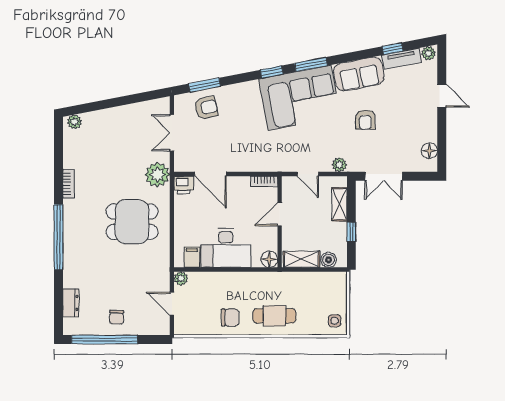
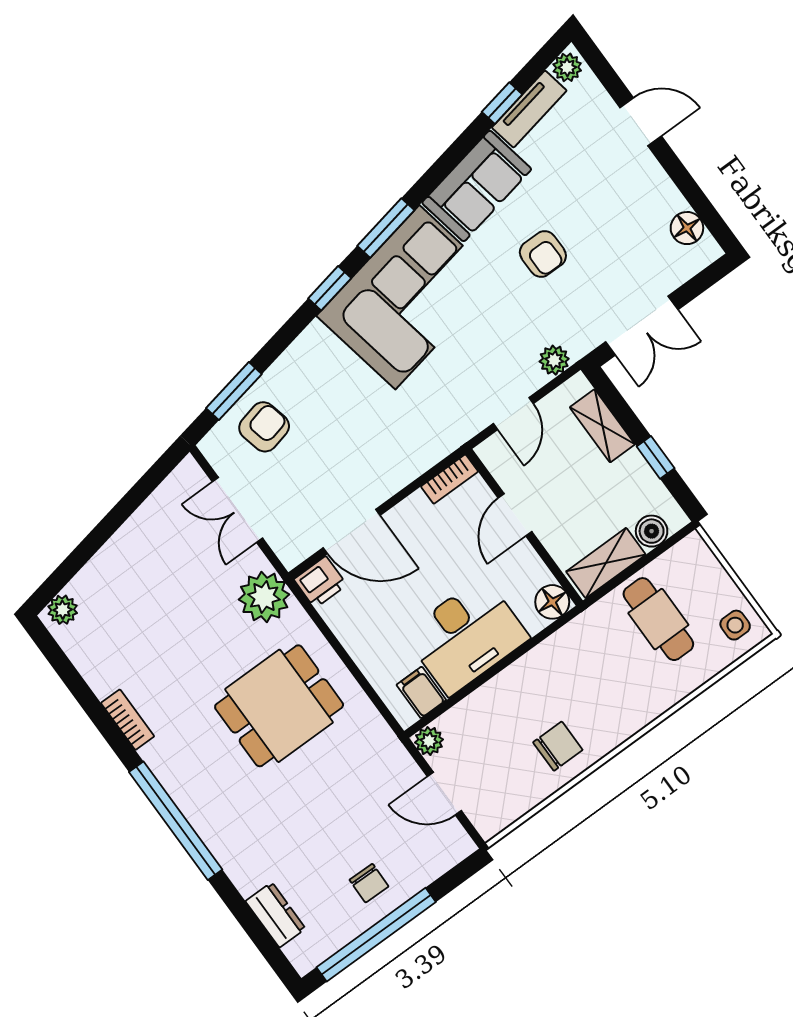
door: (308, 174) -> (513, 414), hinge flipped
cafe table: (274, 316) -> (658, 619), moved, turned 90

